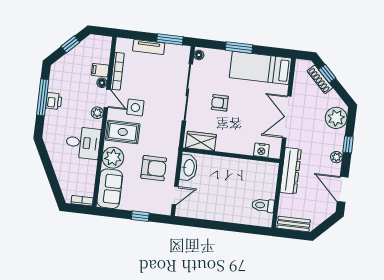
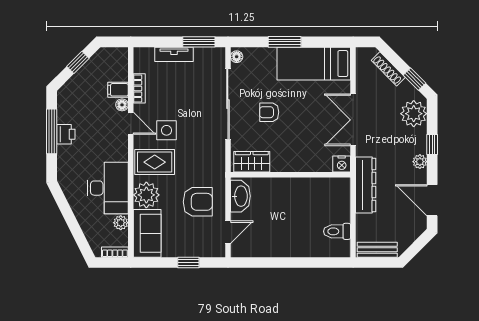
bookcase: (117, 71) -> (139, 88), width x0.64
window: (327, 74) -> (415, 79), moved
plant: (97, 113) -> (121, 223), moved
desk: (83, 143) -> (108, 188), width x1.37
nightstand: (261, 150) -> (342, 164), moved

